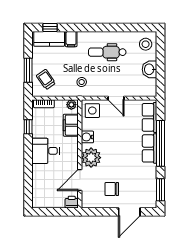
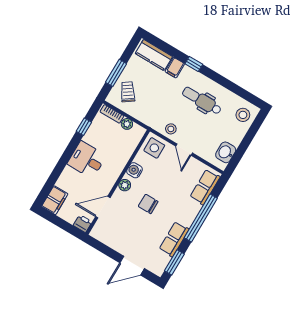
window: (50, 27) -> (194, 64), moved
washbasin: (150, 69) -> (226, 152), moved
stool: (82, 82) -> (171, 129), moved
plant: (71, 105) -> (127, 124), moved
filing cabinet: (71, 125) -> (55, 200), moved, turned 180
row of seats: (150, 148) -> (174, 239), moved
plant: (91, 158) -> (125, 185), width x0.53, depth x0.53
chair: (112, 189) -> (148, 204), moved

